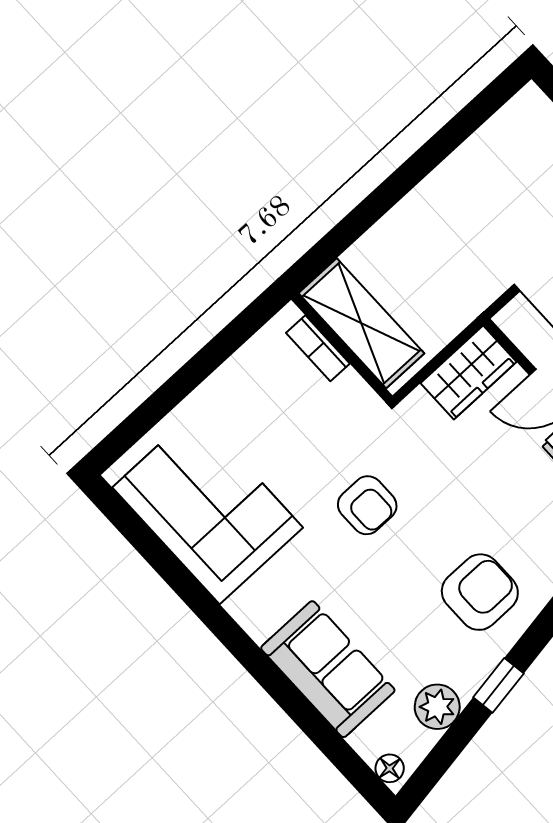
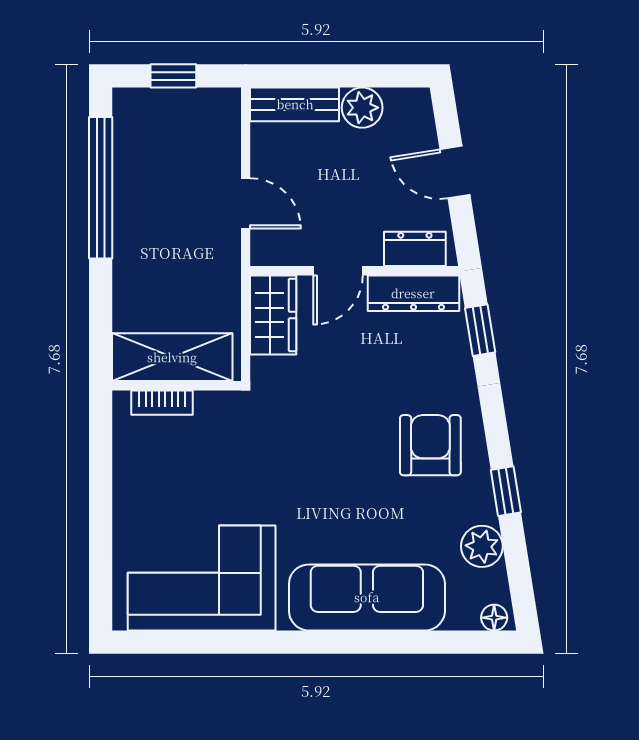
window: (444, 143) -> (101, 188), added
armchair: (367, 505) -> (300, 468), removed
sofa: (328, 669) -> (367, 597), width x1.36

